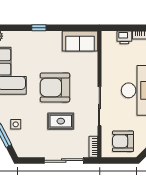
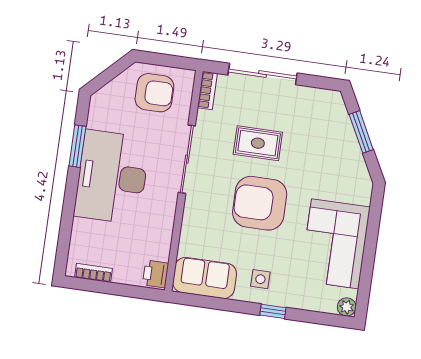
printer: (124, 37) -> (156, 274), moved, turned -90
armchair: (55, 87) -> (260, 203), turned 180
side table: (16, 124) -> (260, 279), moved

